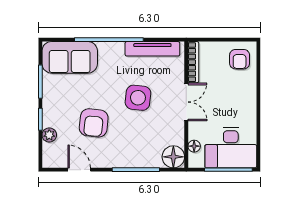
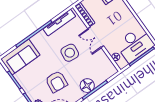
double door: (186, 102) -> (96, 37), swing flipped
floor lamp: (173, 157) -> (87, 86), moved

